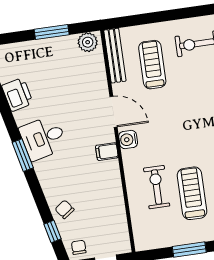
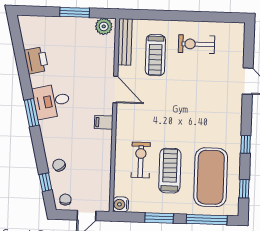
treadmill: (152, 65) -> (155, 55), turned 180
water cooler: (128, 140) -> (121, 204), moved

